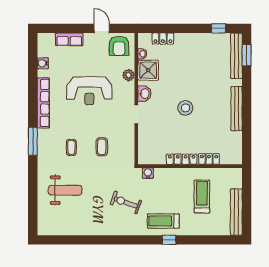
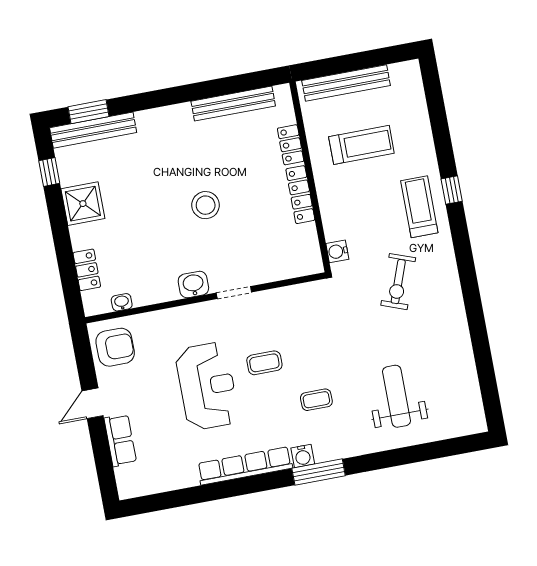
door: (102, 28) -> (93, 403), moved
water cooler: (43, 63) -> (303, 456), moved
shower: (148, 70) -> (83, 204), moved
plant: (129, 75) -> (165, 320), removed
bench: (237, 109) -> (233, 104), moved
coffee table: (102, 147) -> (264, 363), moved
treadmill: (202, 197) -> (361, 145), turned 180
bench: (236, 212) -> (346, 83), moved
treadmill: (163, 221) -> (419, 207), turned 180

